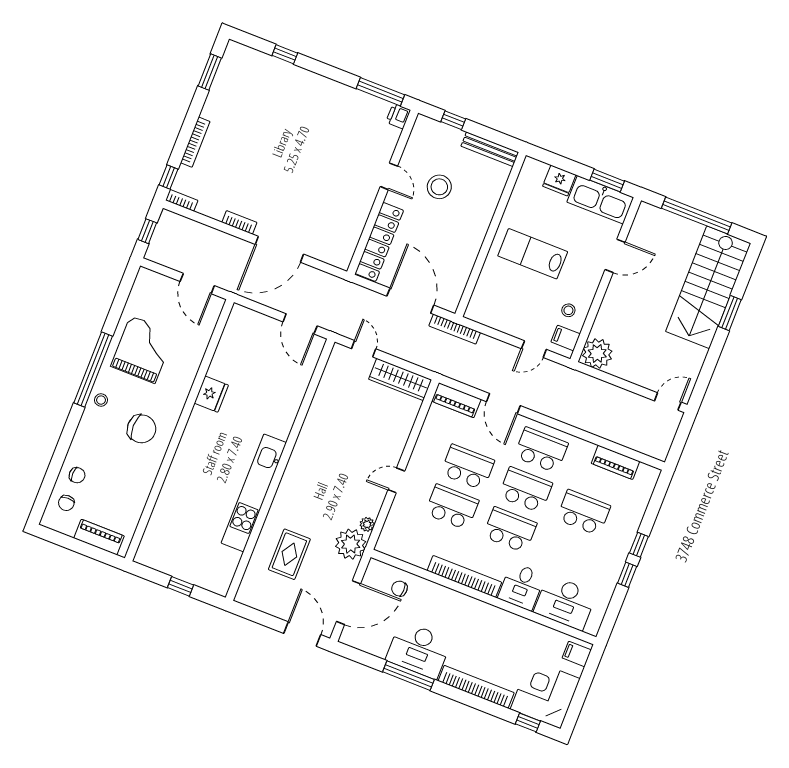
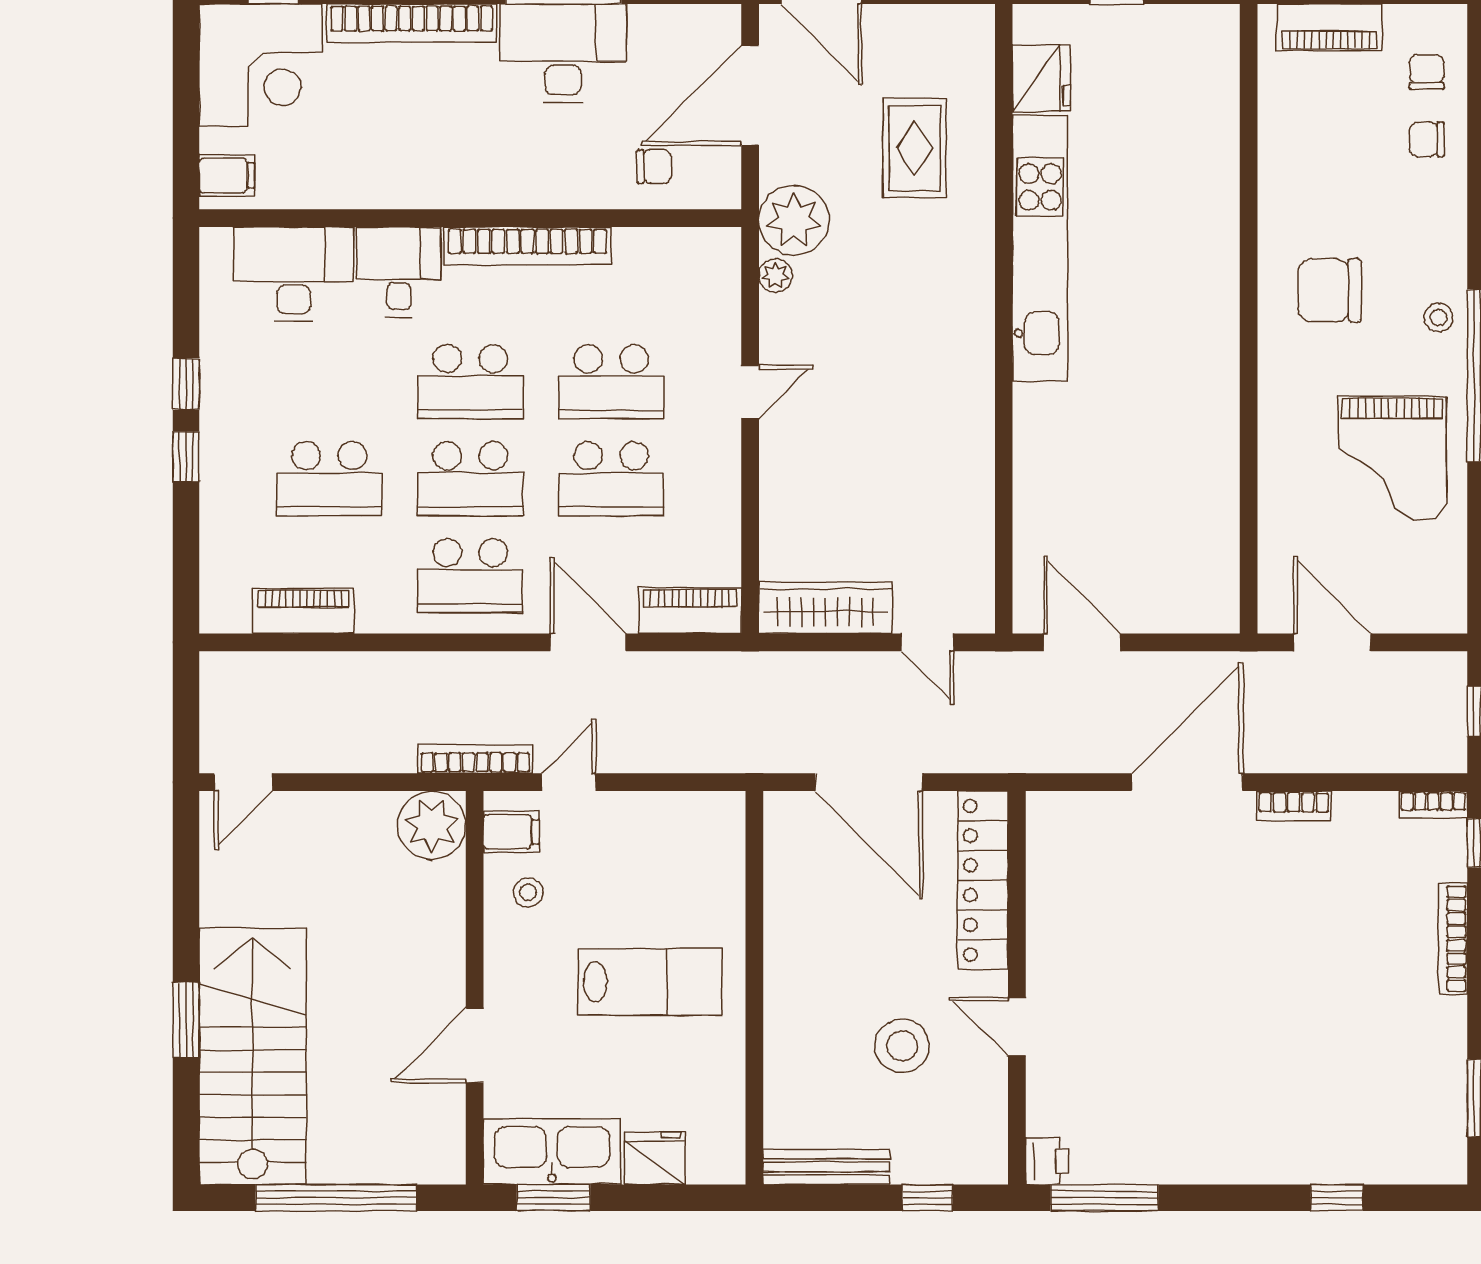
bookcase: (455, 329) -> (475, 759), moved
fridge: (211, 394) -> (1041, 78), moved, turned 180

